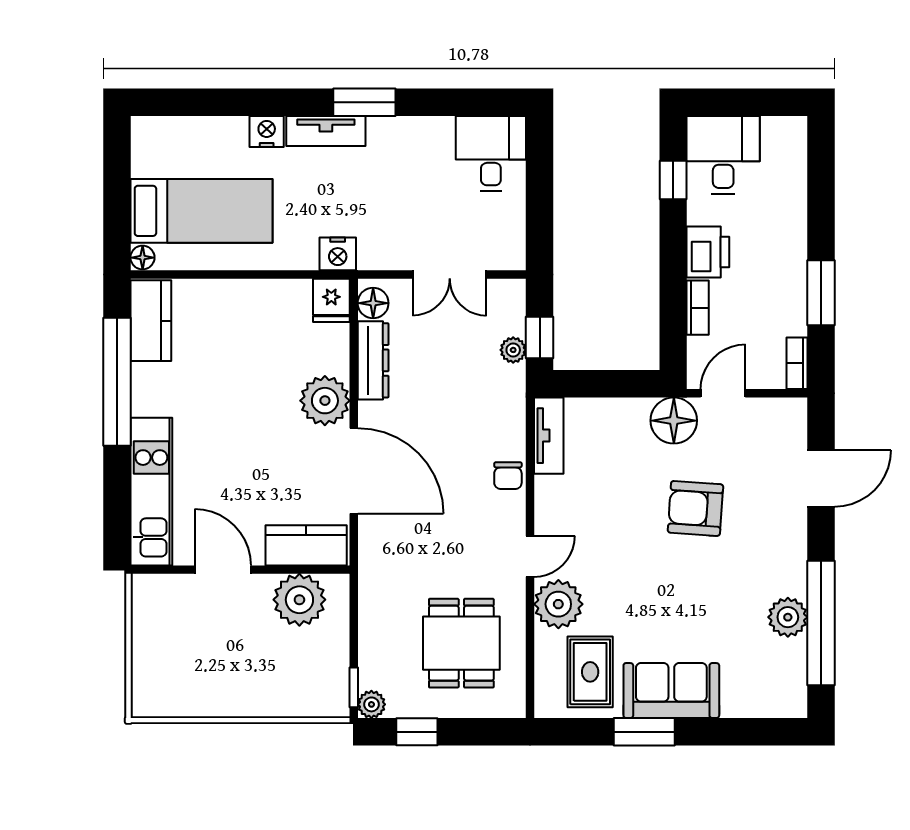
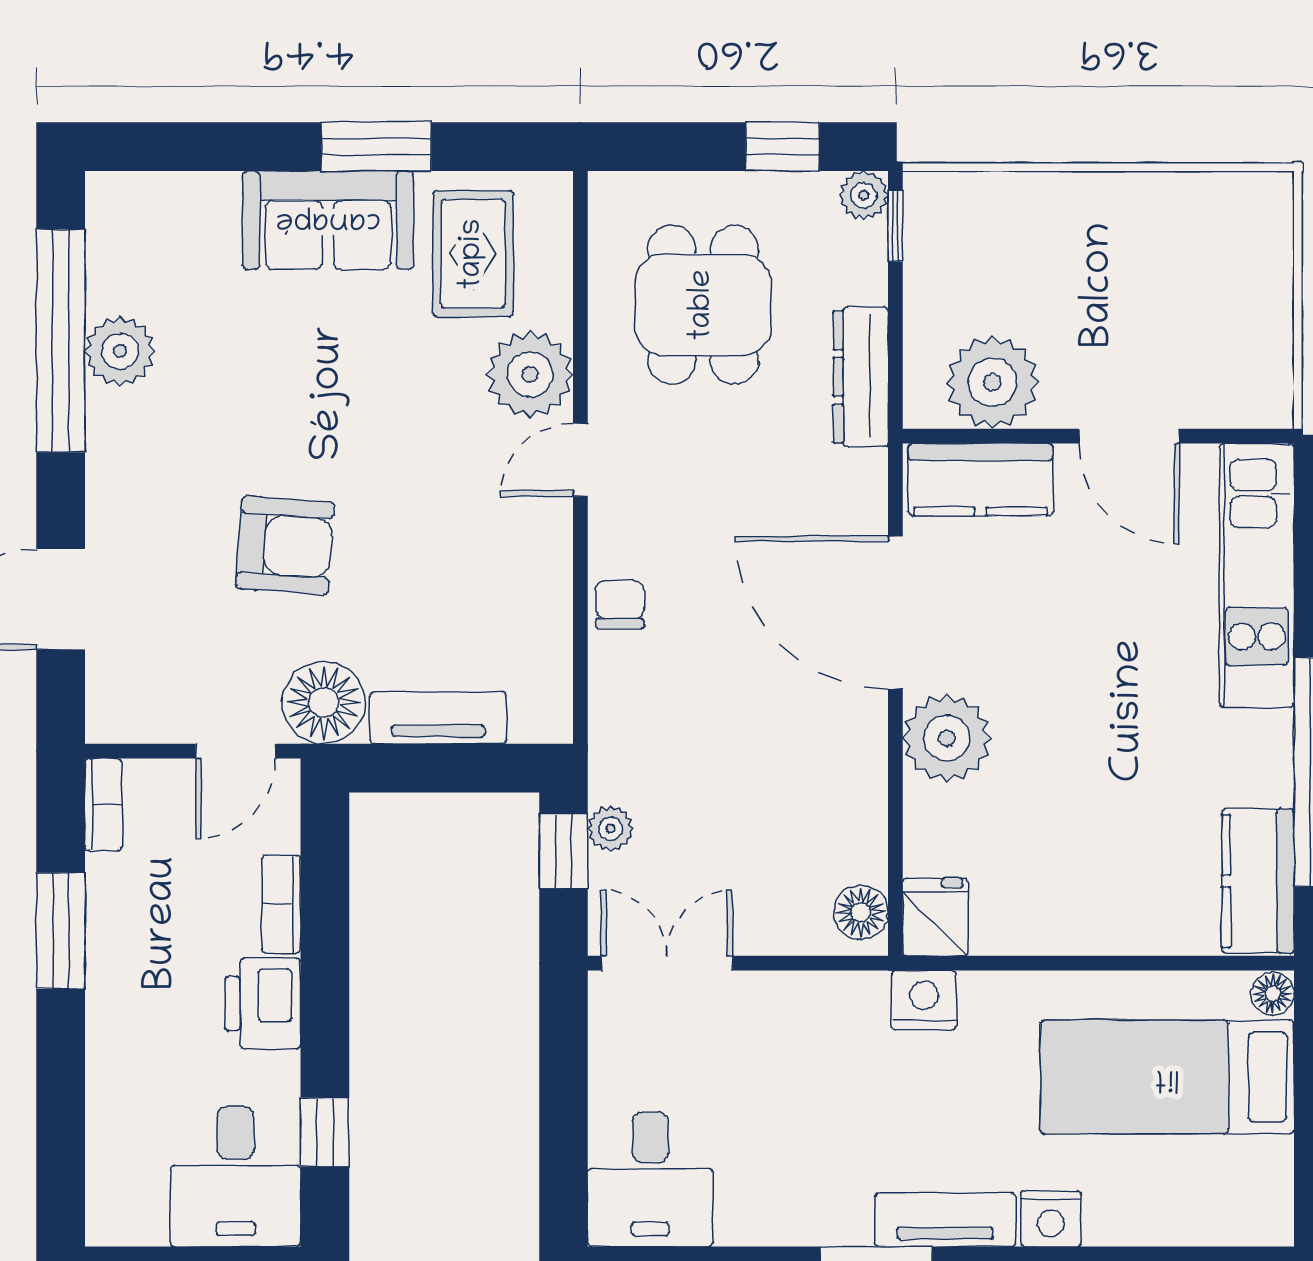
double door: (450, 275) -> (667, 963), moved
dresser: (373, 360) -> (861, 377), moved
tv unit: (549, 436) -> (438, 718), moved, turned 90

